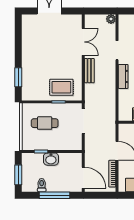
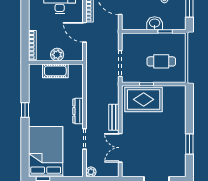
window: (18, 77) -> (189, 144), moved
rug: (61, 87) -> (144, 99), width x1.36, depth x1.43

